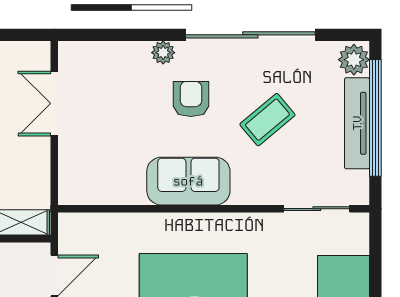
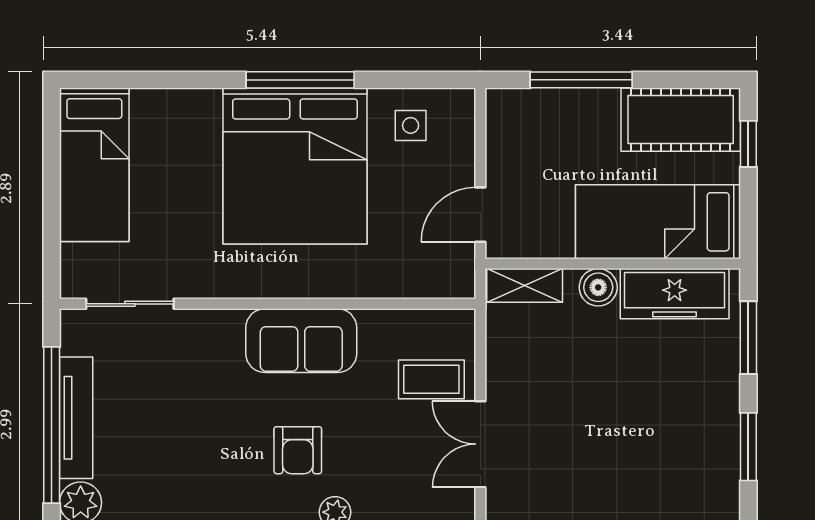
double door: (54, 103) -> (480, 444), swing flipped
coffee table: (267, 120) -> (431, 379), moved, turned 40

